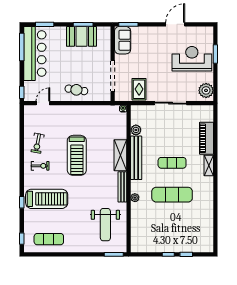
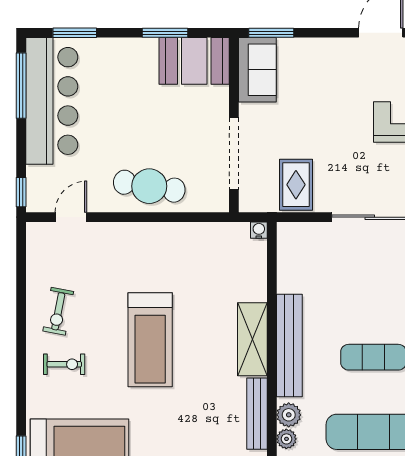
booth: (81, 36) -> (194, 61), moved
cafe table: (76, 90) -> (149, 186), width x1.37, depth x1.35
plant: (136, 130) -> (289, 415), moved

